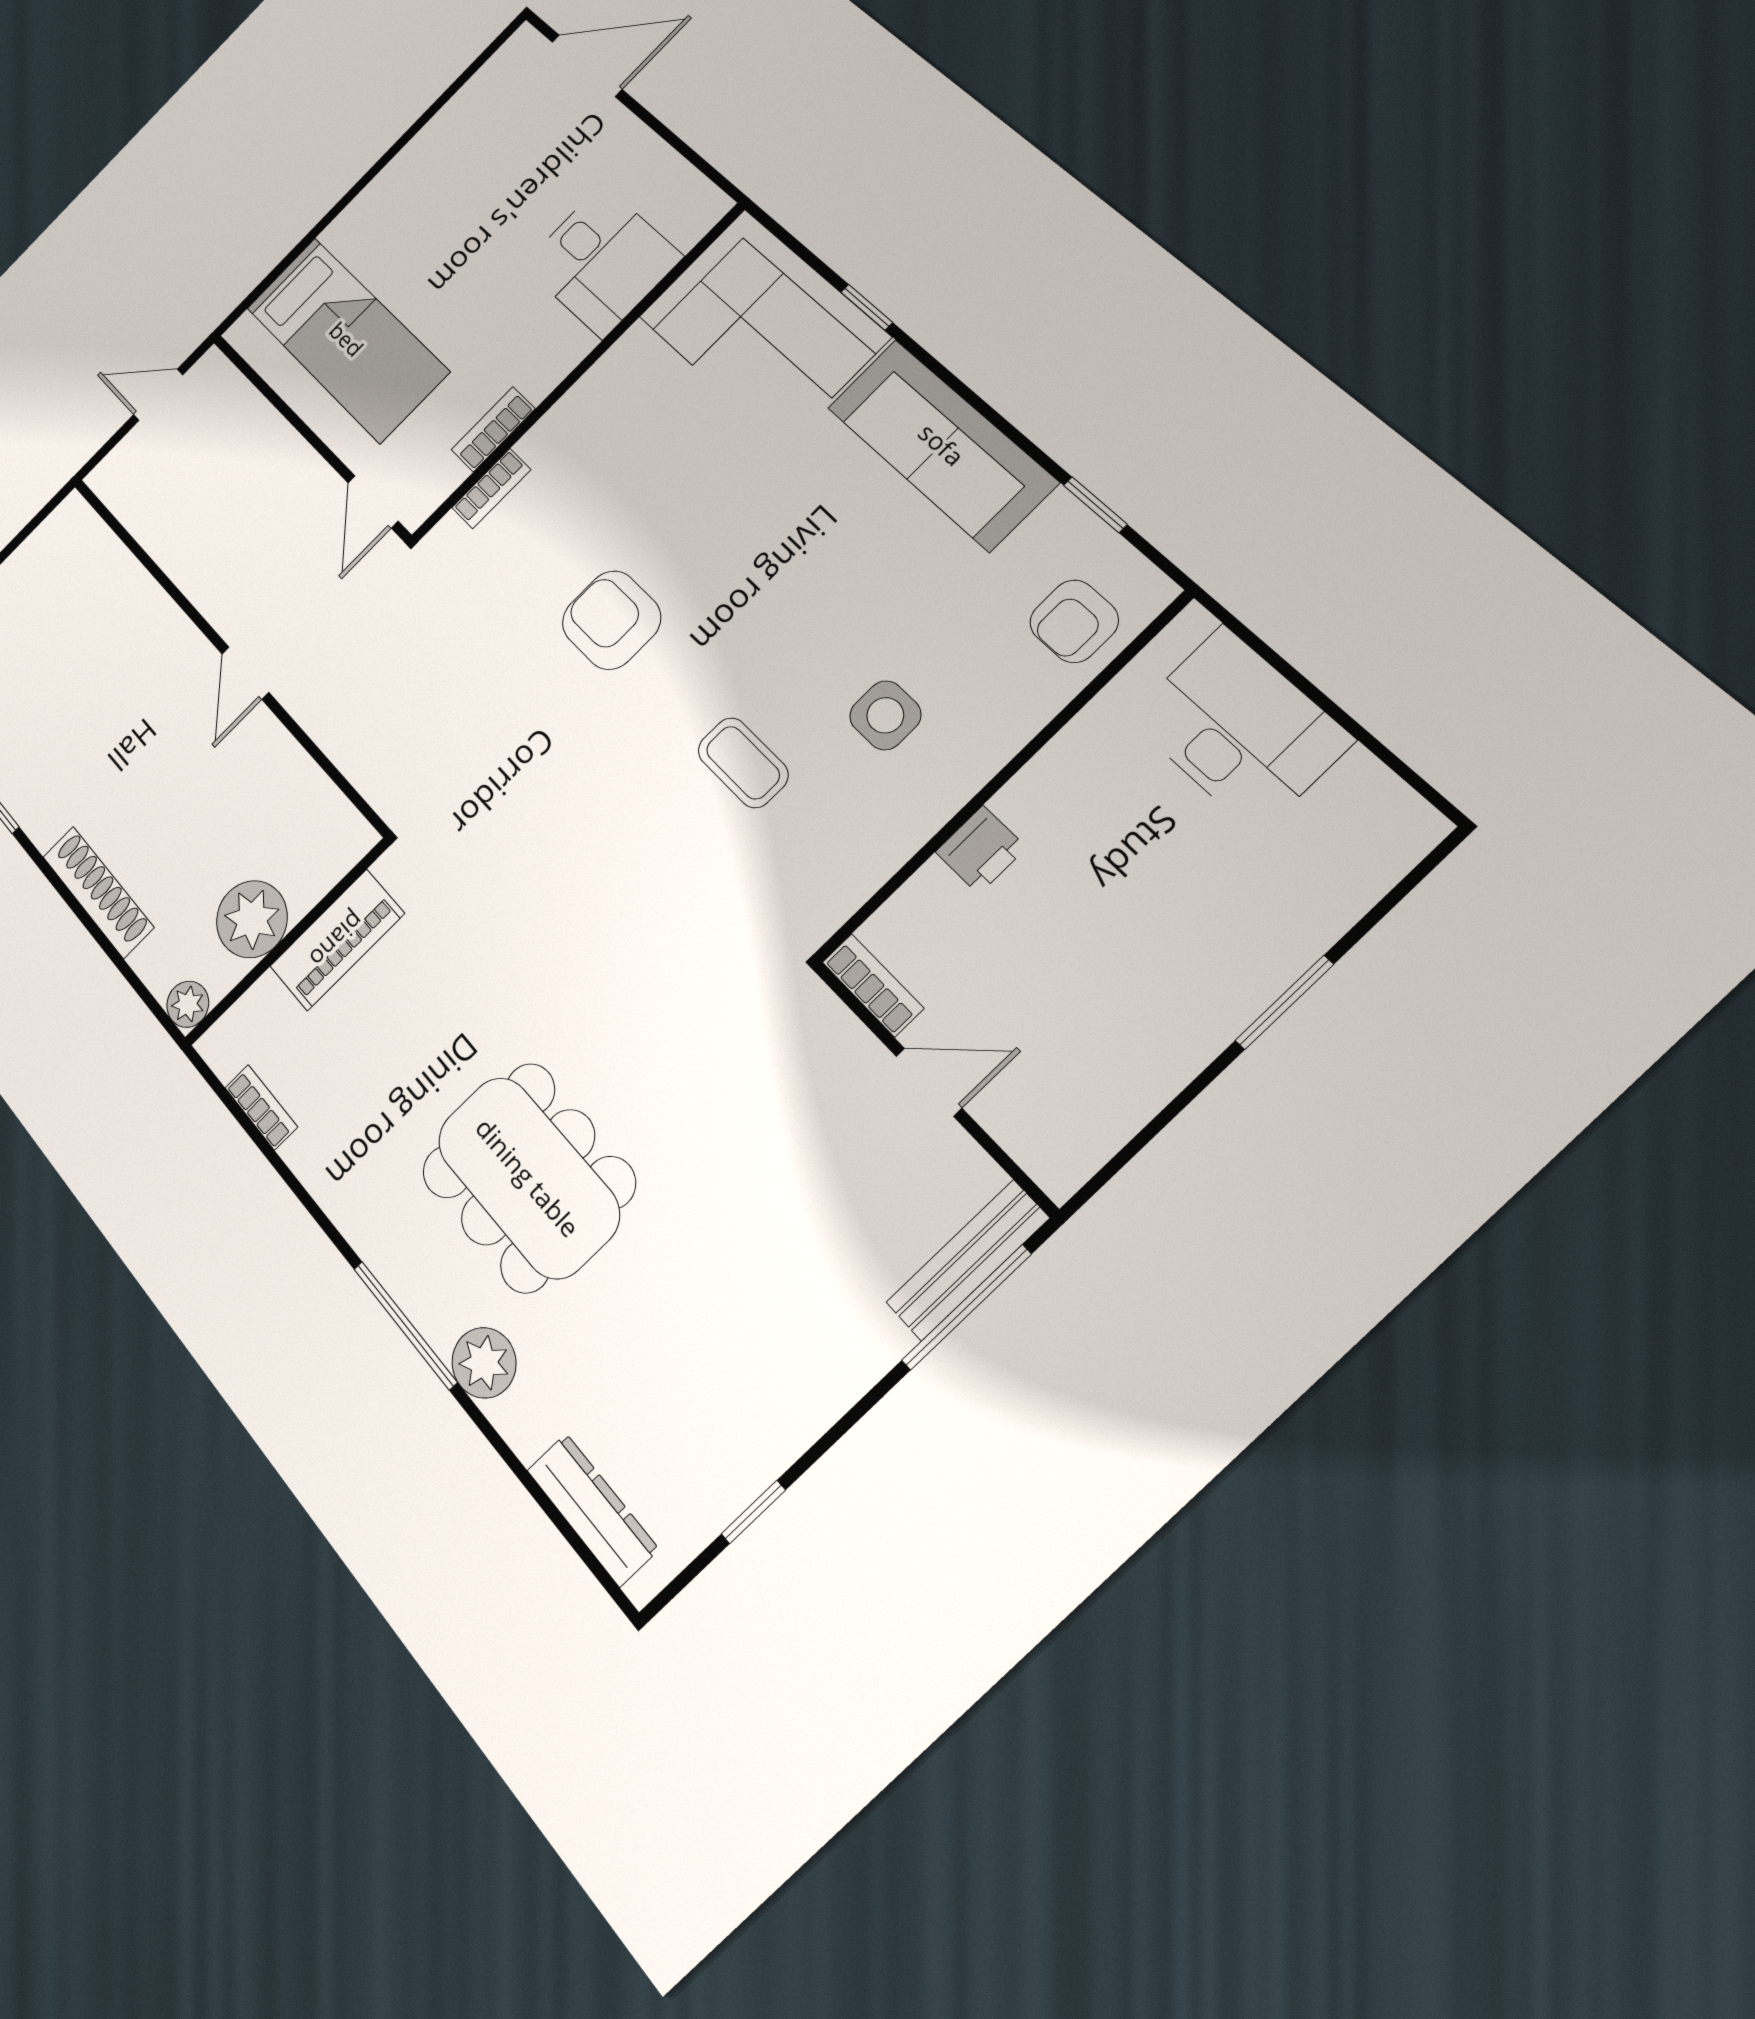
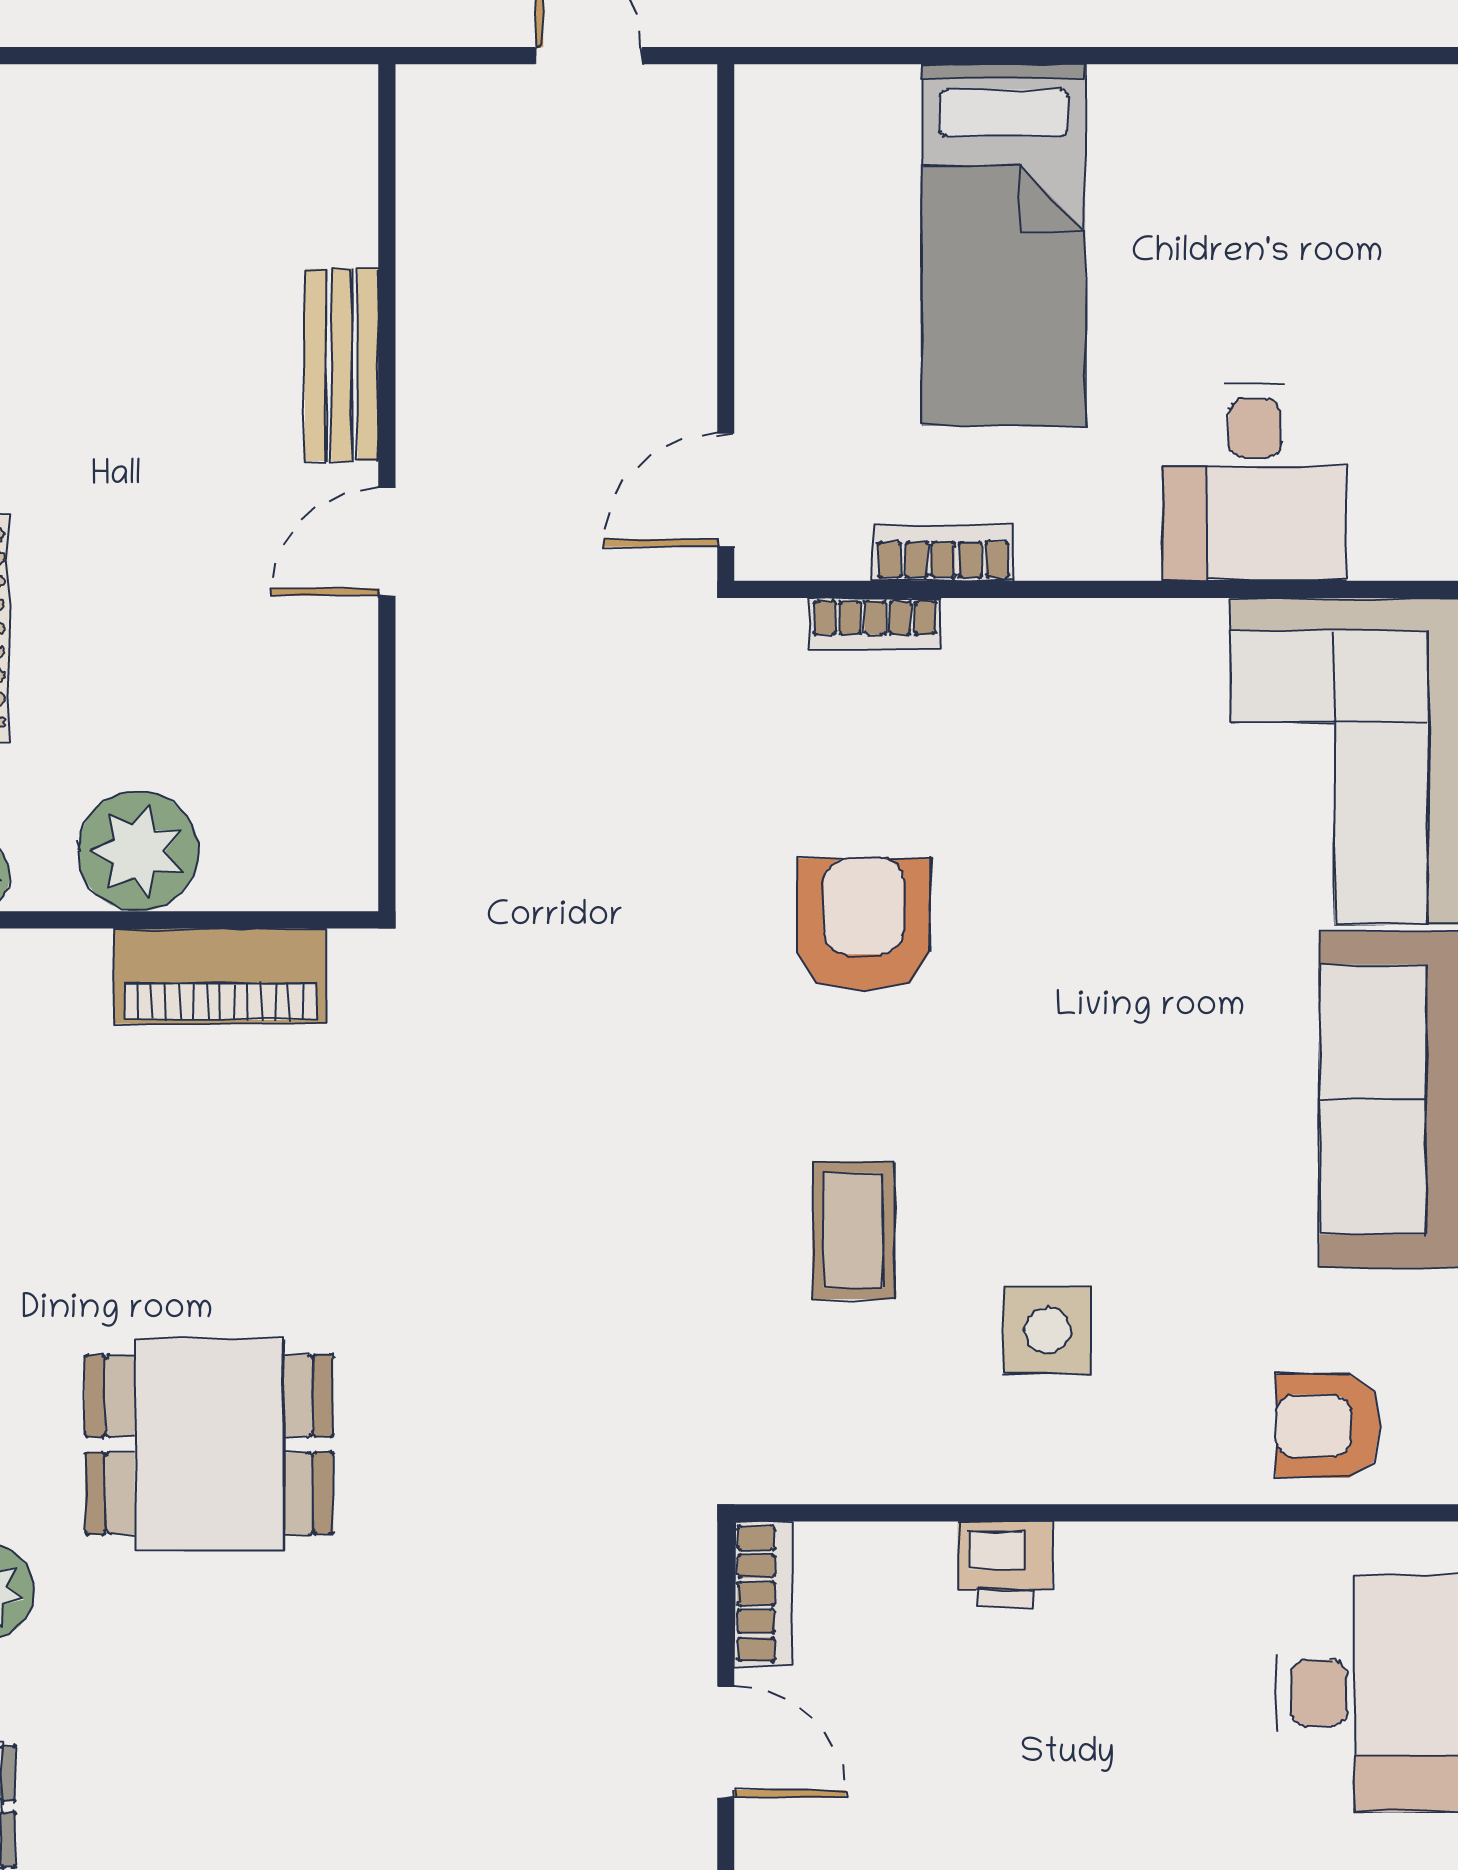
bed: (347, 339) -> (1004, 245), moved
bench: (162, 620) -> (342, 365), added
dining table: (528, 1177) -> (209, 1445), width x0.73

